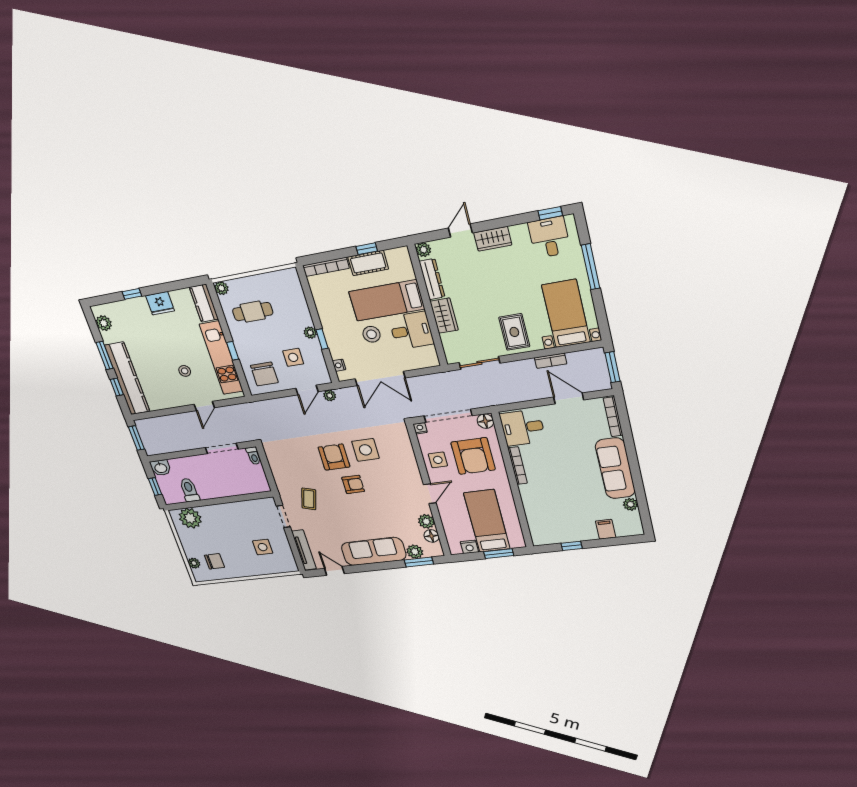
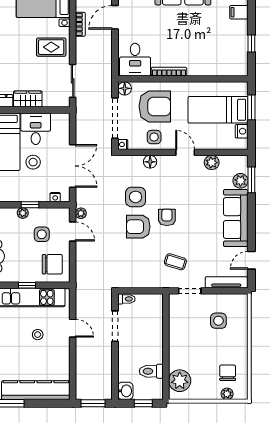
window: (117, 387) -> (42, 403), removed
floor lamp: (431, 536) -> (150, 162), moved

